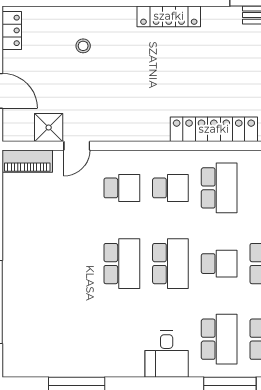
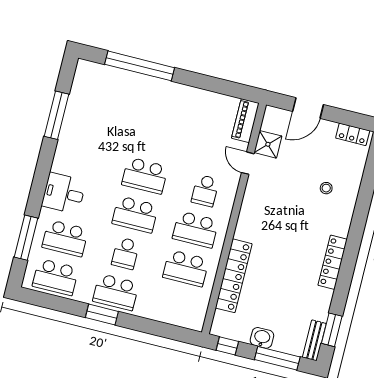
school desk: (170, 188) -> (195, 229), width x1.85

